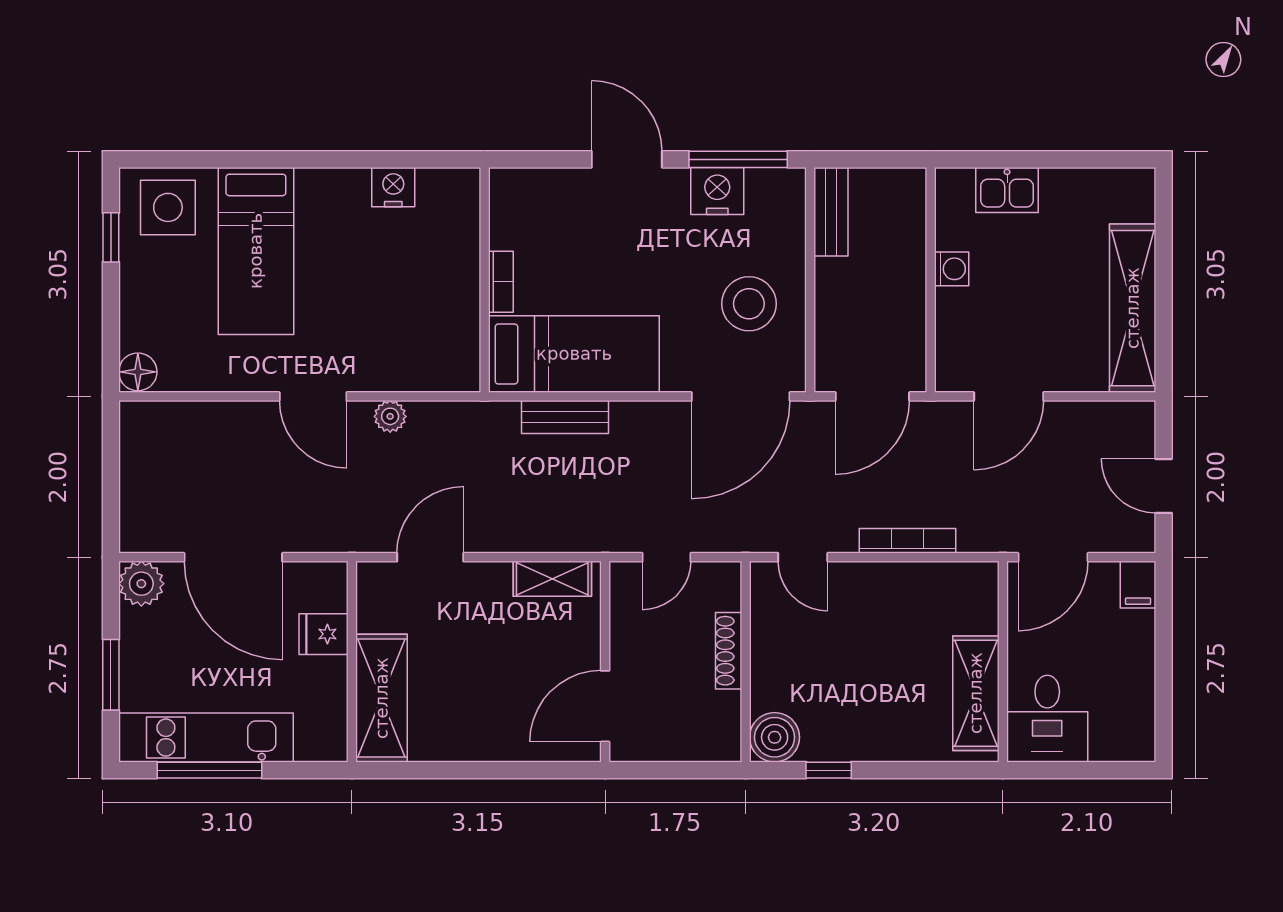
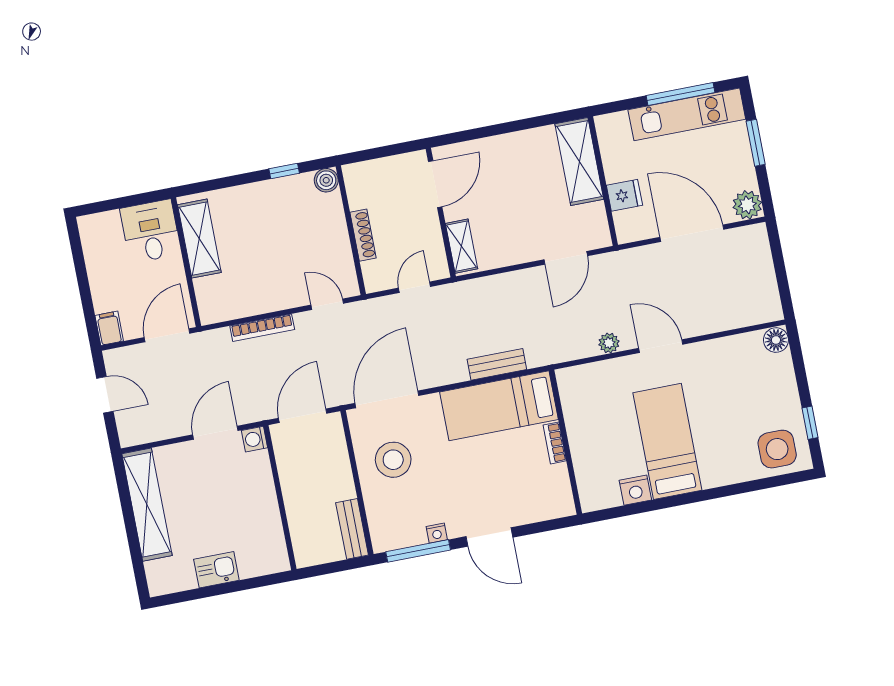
kitchen sink: (1007, 190) -> (216, 570), moved
nightstand: (717, 191) -> (437, 533), width x0.53, depth x0.56
bed: (256, 251) -> (667, 441), moved
washing machine: (952, 269) -> (254, 439), moved
shelving: (552, 579) -> (462, 246), moved, turned 90
boiler: (775, 737) -> (326, 180), width x0.73, depth x0.73

